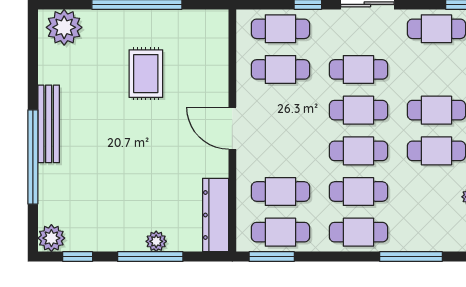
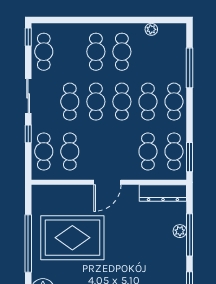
rug: (146, 74) -> (72, 238), width x1.86, depth x2.06

